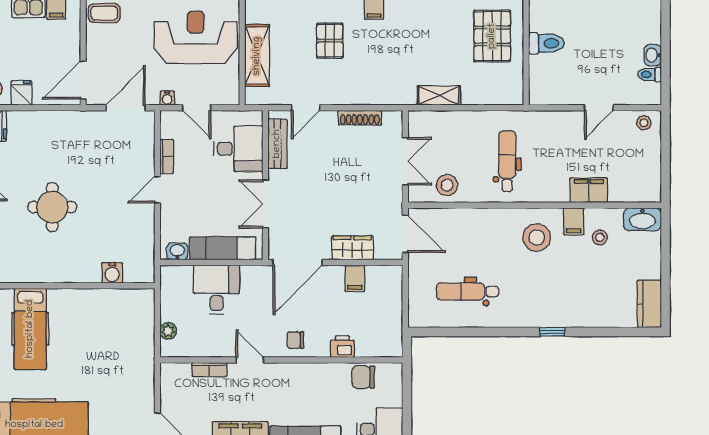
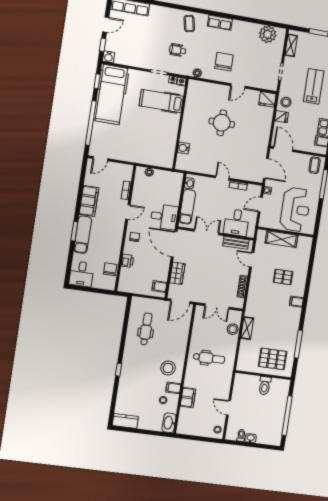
stool: (447, 185) -> (233, 329), moved
filing cabinet: (355, 278) -> (159, 286), moved
desk: (217, 290) -> (164, 217), moved

